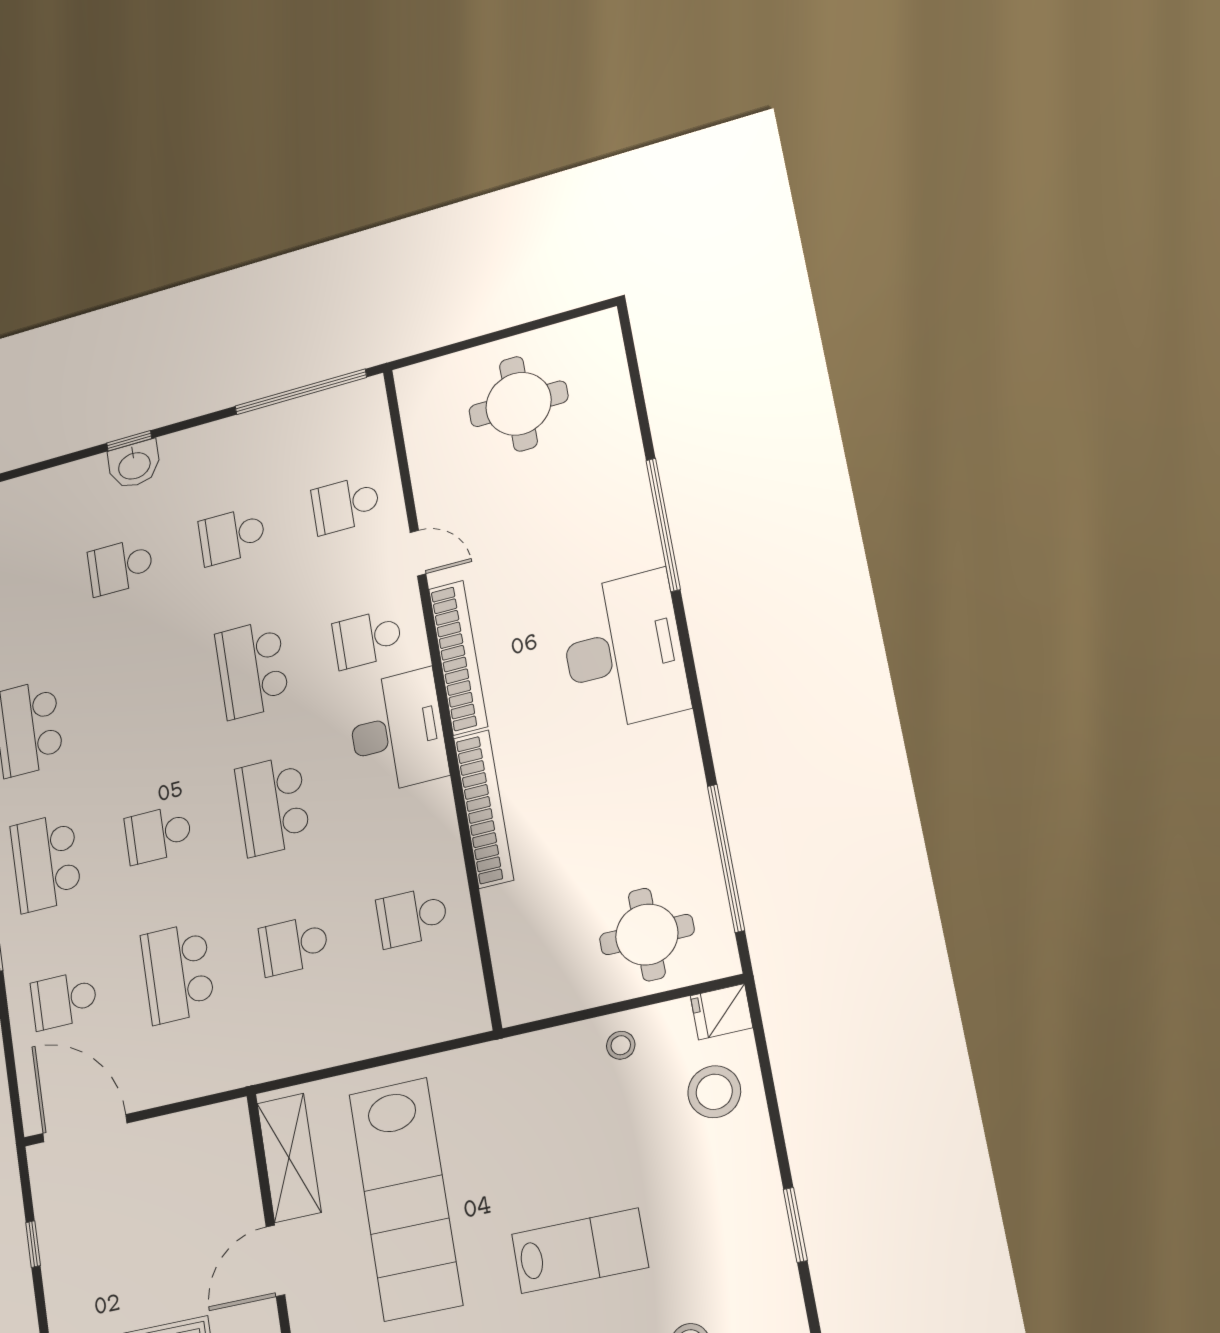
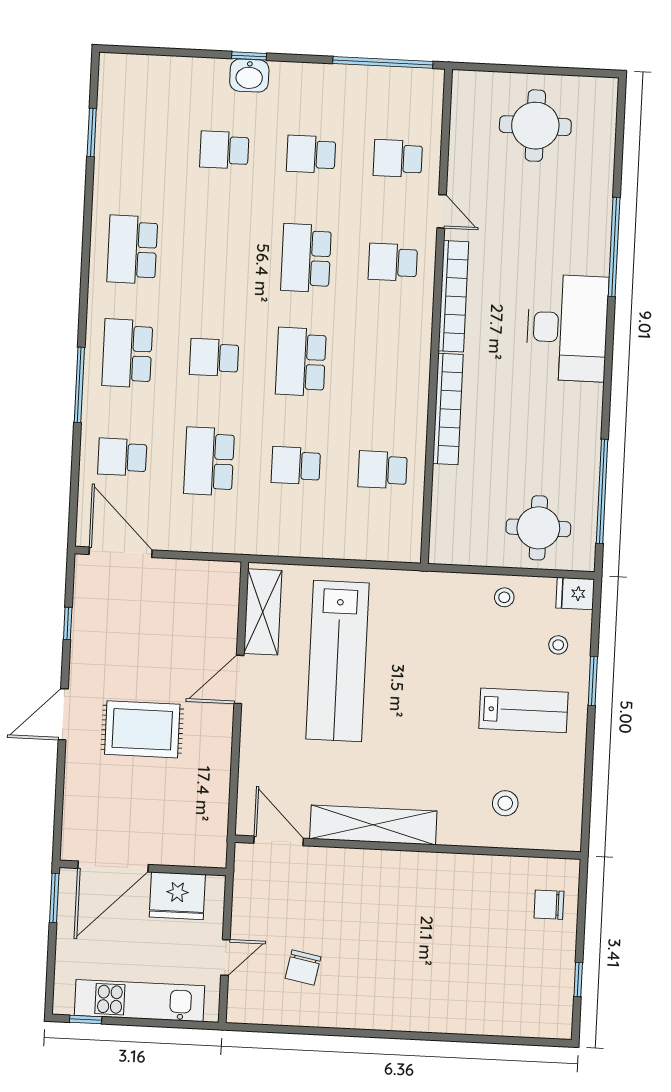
desk: (397, 732) -> (400, 336), removed
stool: (714, 1092) -> (558, 645), width x0.53, depth x0.53
window: (795, 1225) -> (593, 681), moved
lab bench: (580, 1251) -> (524, 710), moved

